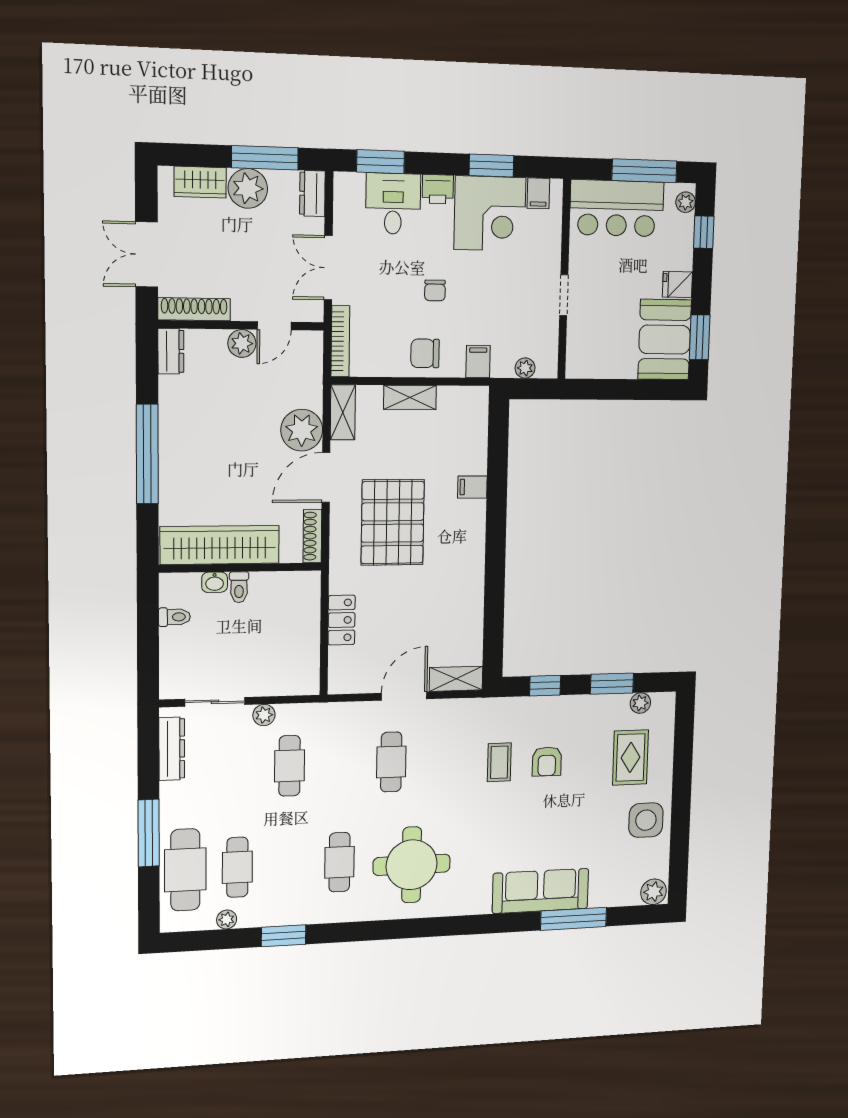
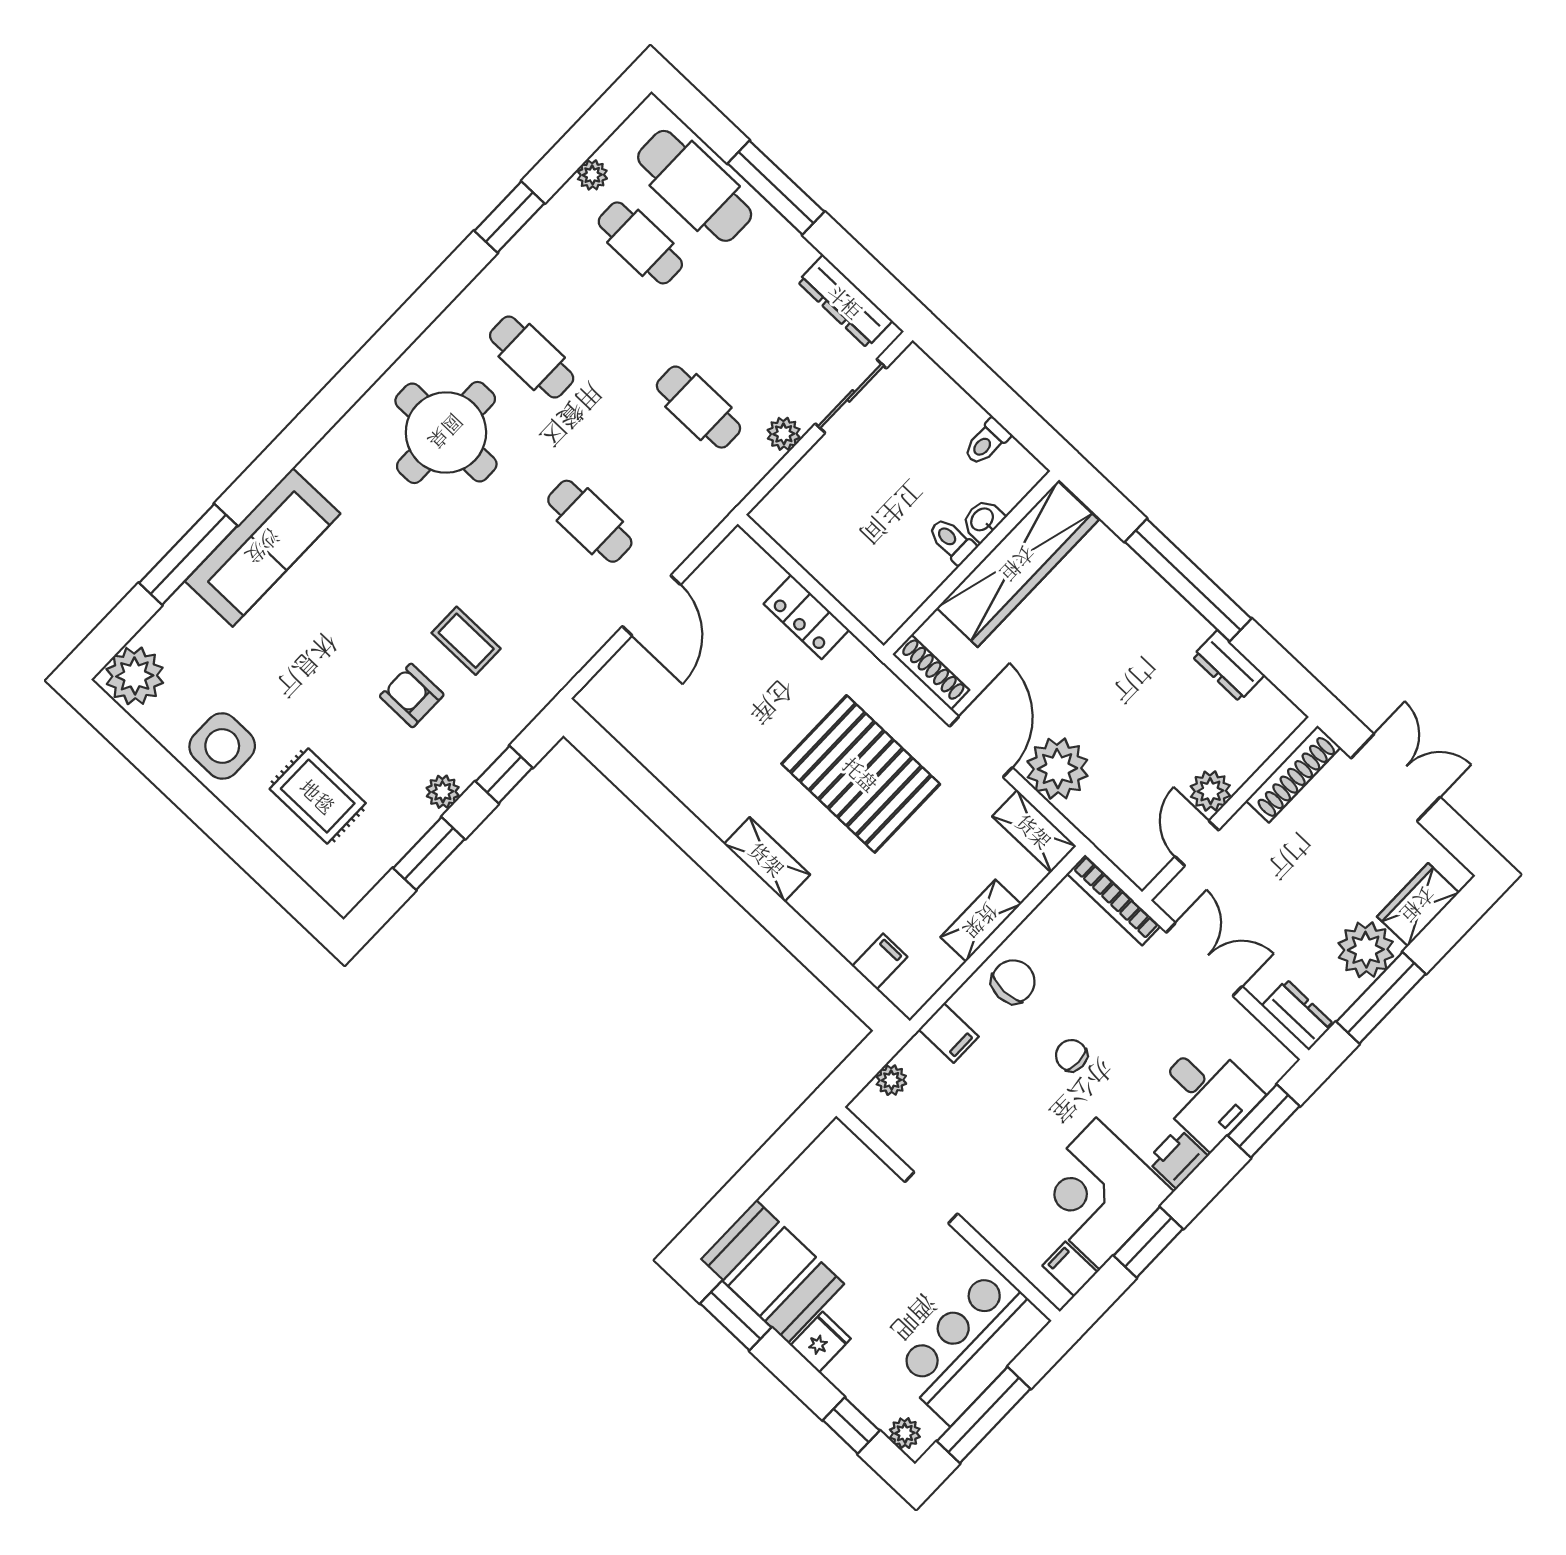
dresser: (171, 351) -> (1228, 666), moved
filing cabinet: (472, 487) -> (880, 961), moved
shelving: (456, 679) -> (767, 859), moved, turned 90
plant: (640, 703) -> (443, 792), moved
plant: (654, 892) -> (135, 676), width x1.36, depth x1.36

